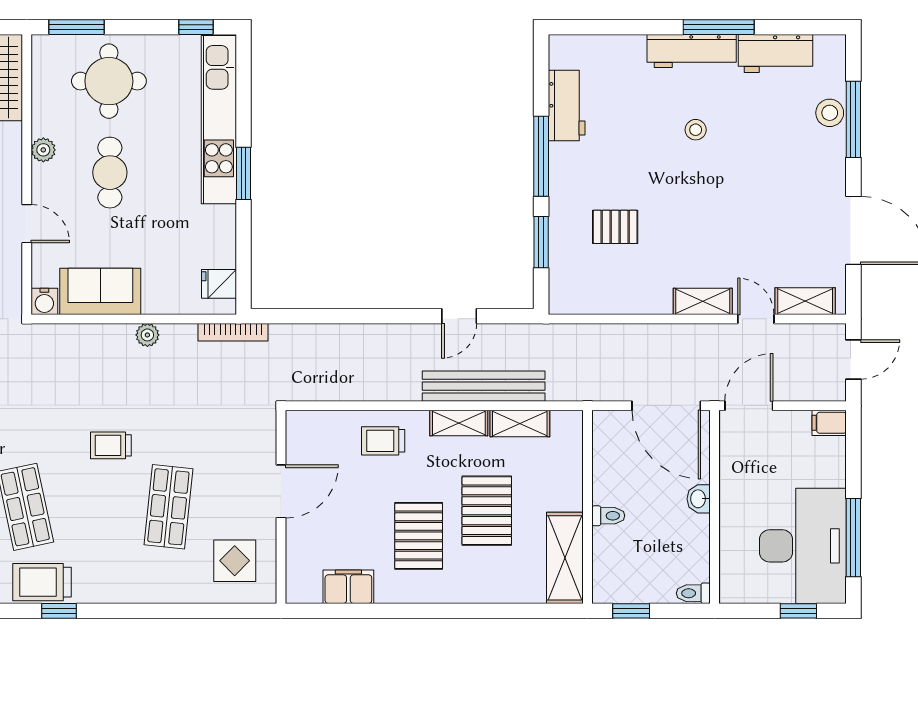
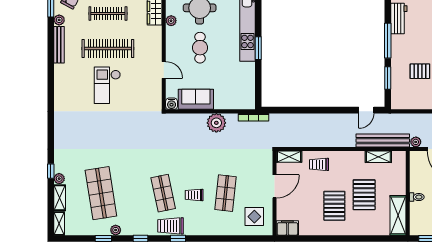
plant: (43, 150) -> (171, 21), moved
fridge: (219, 284) -> (248, 96), removed
door: (459, 316) -> (366, 110), moved
plant: (147, 335) -> (216, 123), width x1.88, depth x1.88
bench: (484, 386) -> (383, 141), moved
plant: (606, 389) -> (416, 142), added
shelving: (459, 423) -> (289, 157), moved
trolley: (111, 445) -> (194, 195), moved
filing cabinet: (348, 587) -> (287, 228), moved

